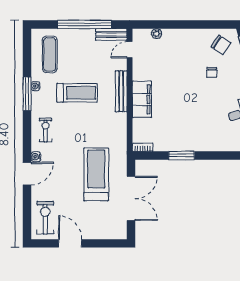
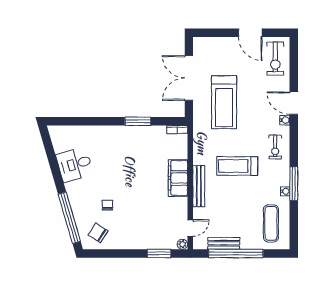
window: (161, 24) -> (159, 253), added
plant: (156, 34) -> (182, 244), moved
bench: (111, 35) -> (224, 243), moved
treadmill: (77, 93) -> (237, 166), moved
door: (27, 174) -> (294, 103), hinge flipped

